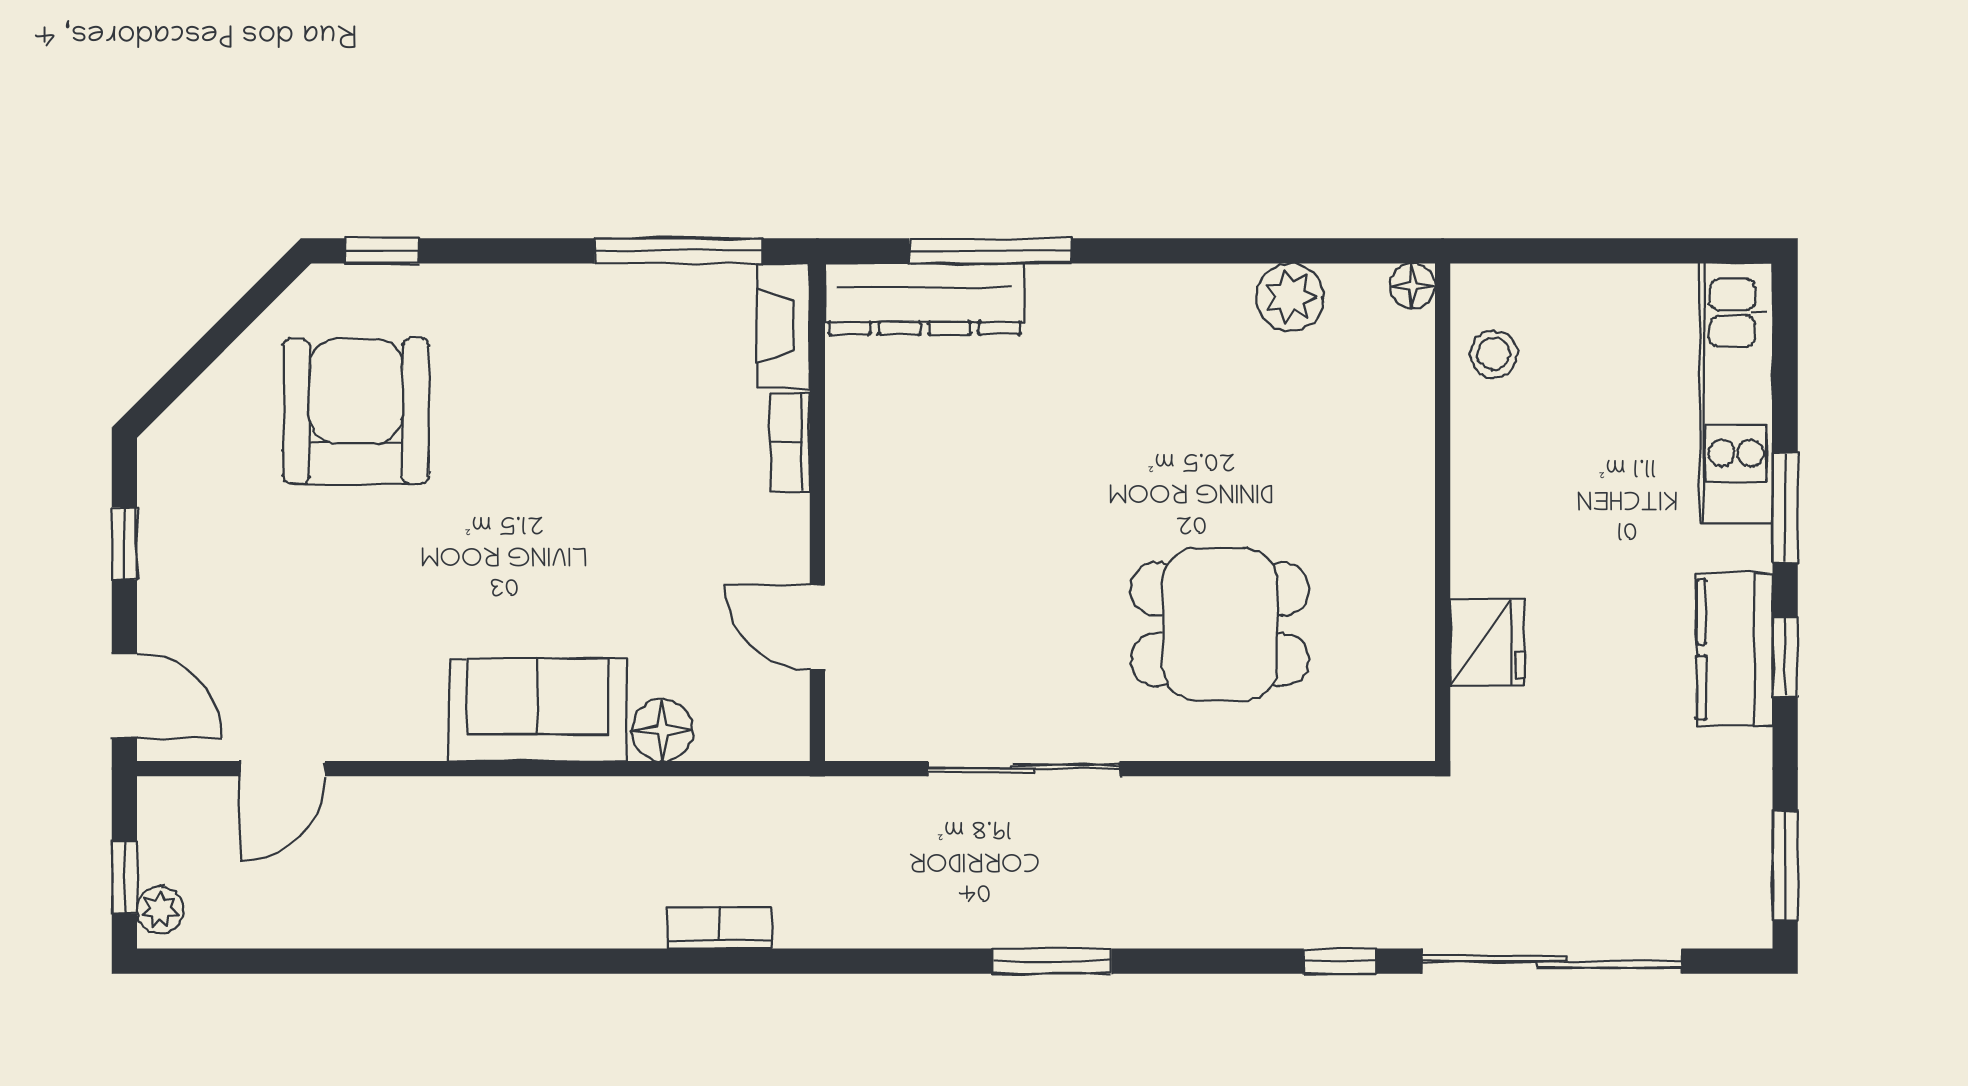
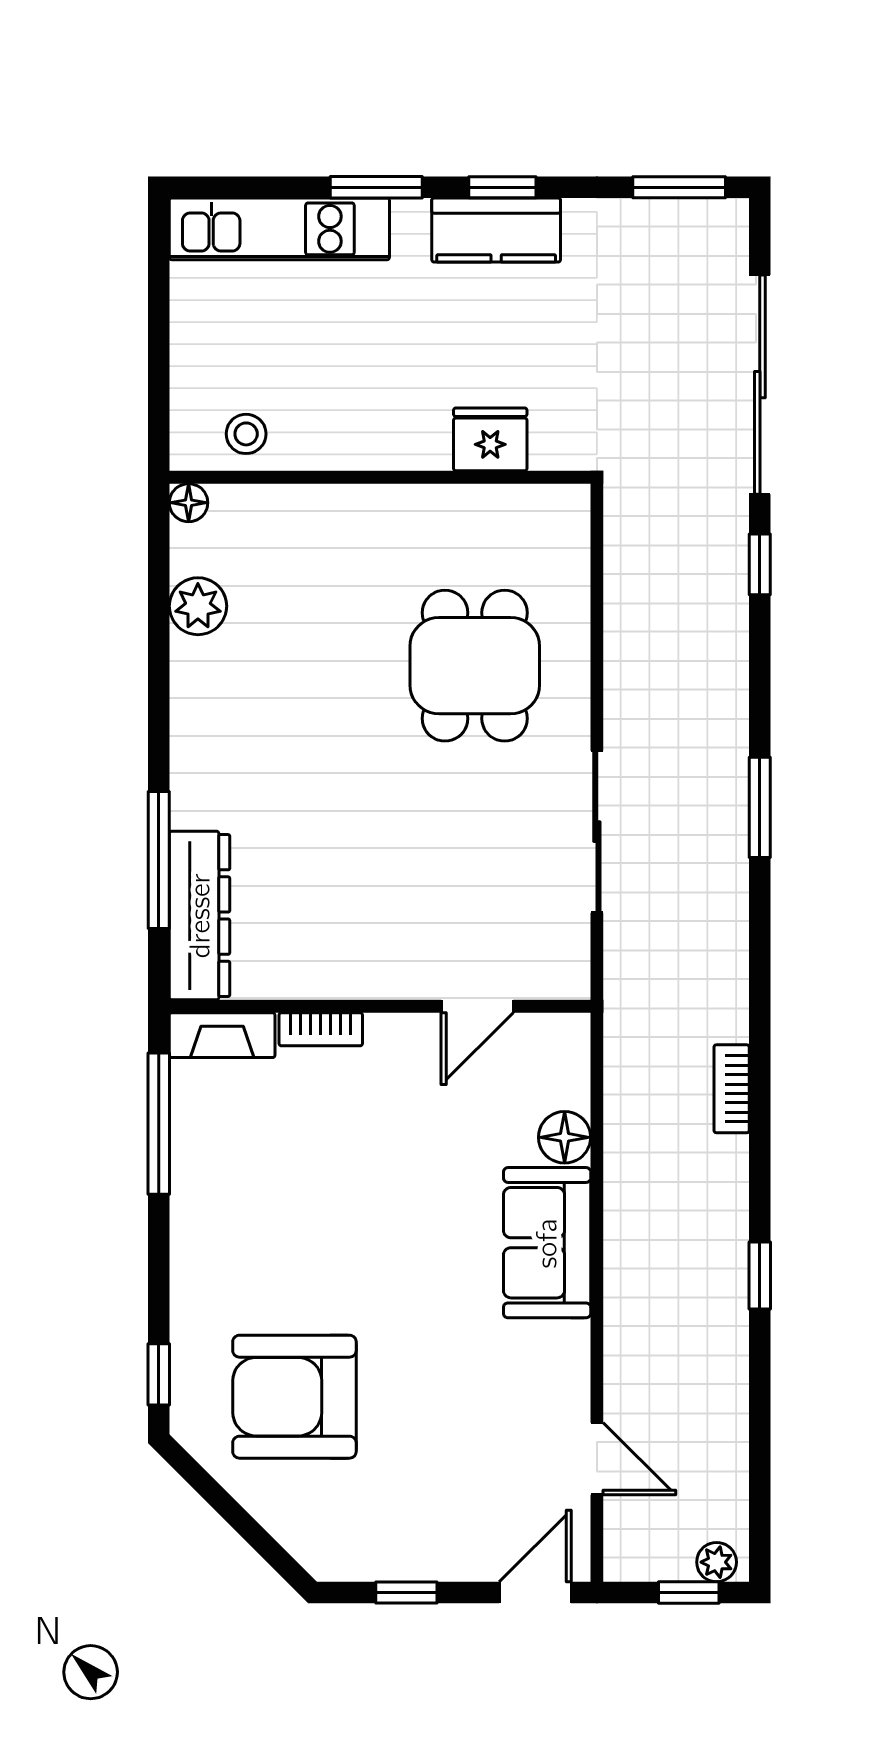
window: (499, 961) -> (760, 1276), added

